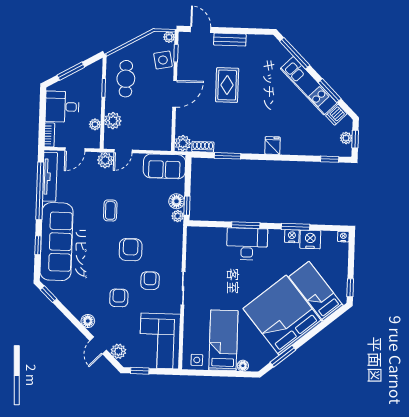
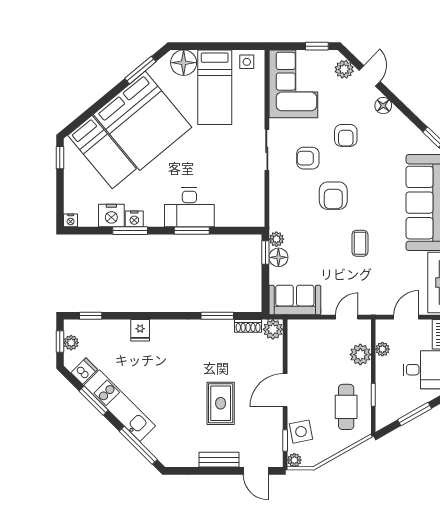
fridge: (272, 145) -> (140, 330), moved
plant: (105, 160) -> (368, 305), removed
armchair: (150, 281) -> (308, 158), turned 90
floor lamp: (243, 366) -> (184, 63), width x1.89, depth x1.89

